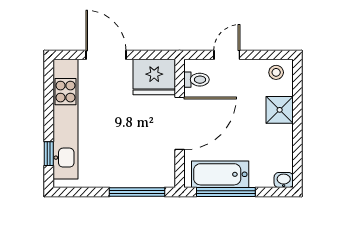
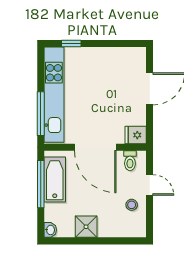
stool: (276, 72) -> (132, 205), moved
fridge: (154, 77) -> (136, 135), width x0.53, depth x0.75
shower: (280, 110) -> (86, 227), moved
kitchen unit: (65, 119) -> (54, 95), moved, turned -90

